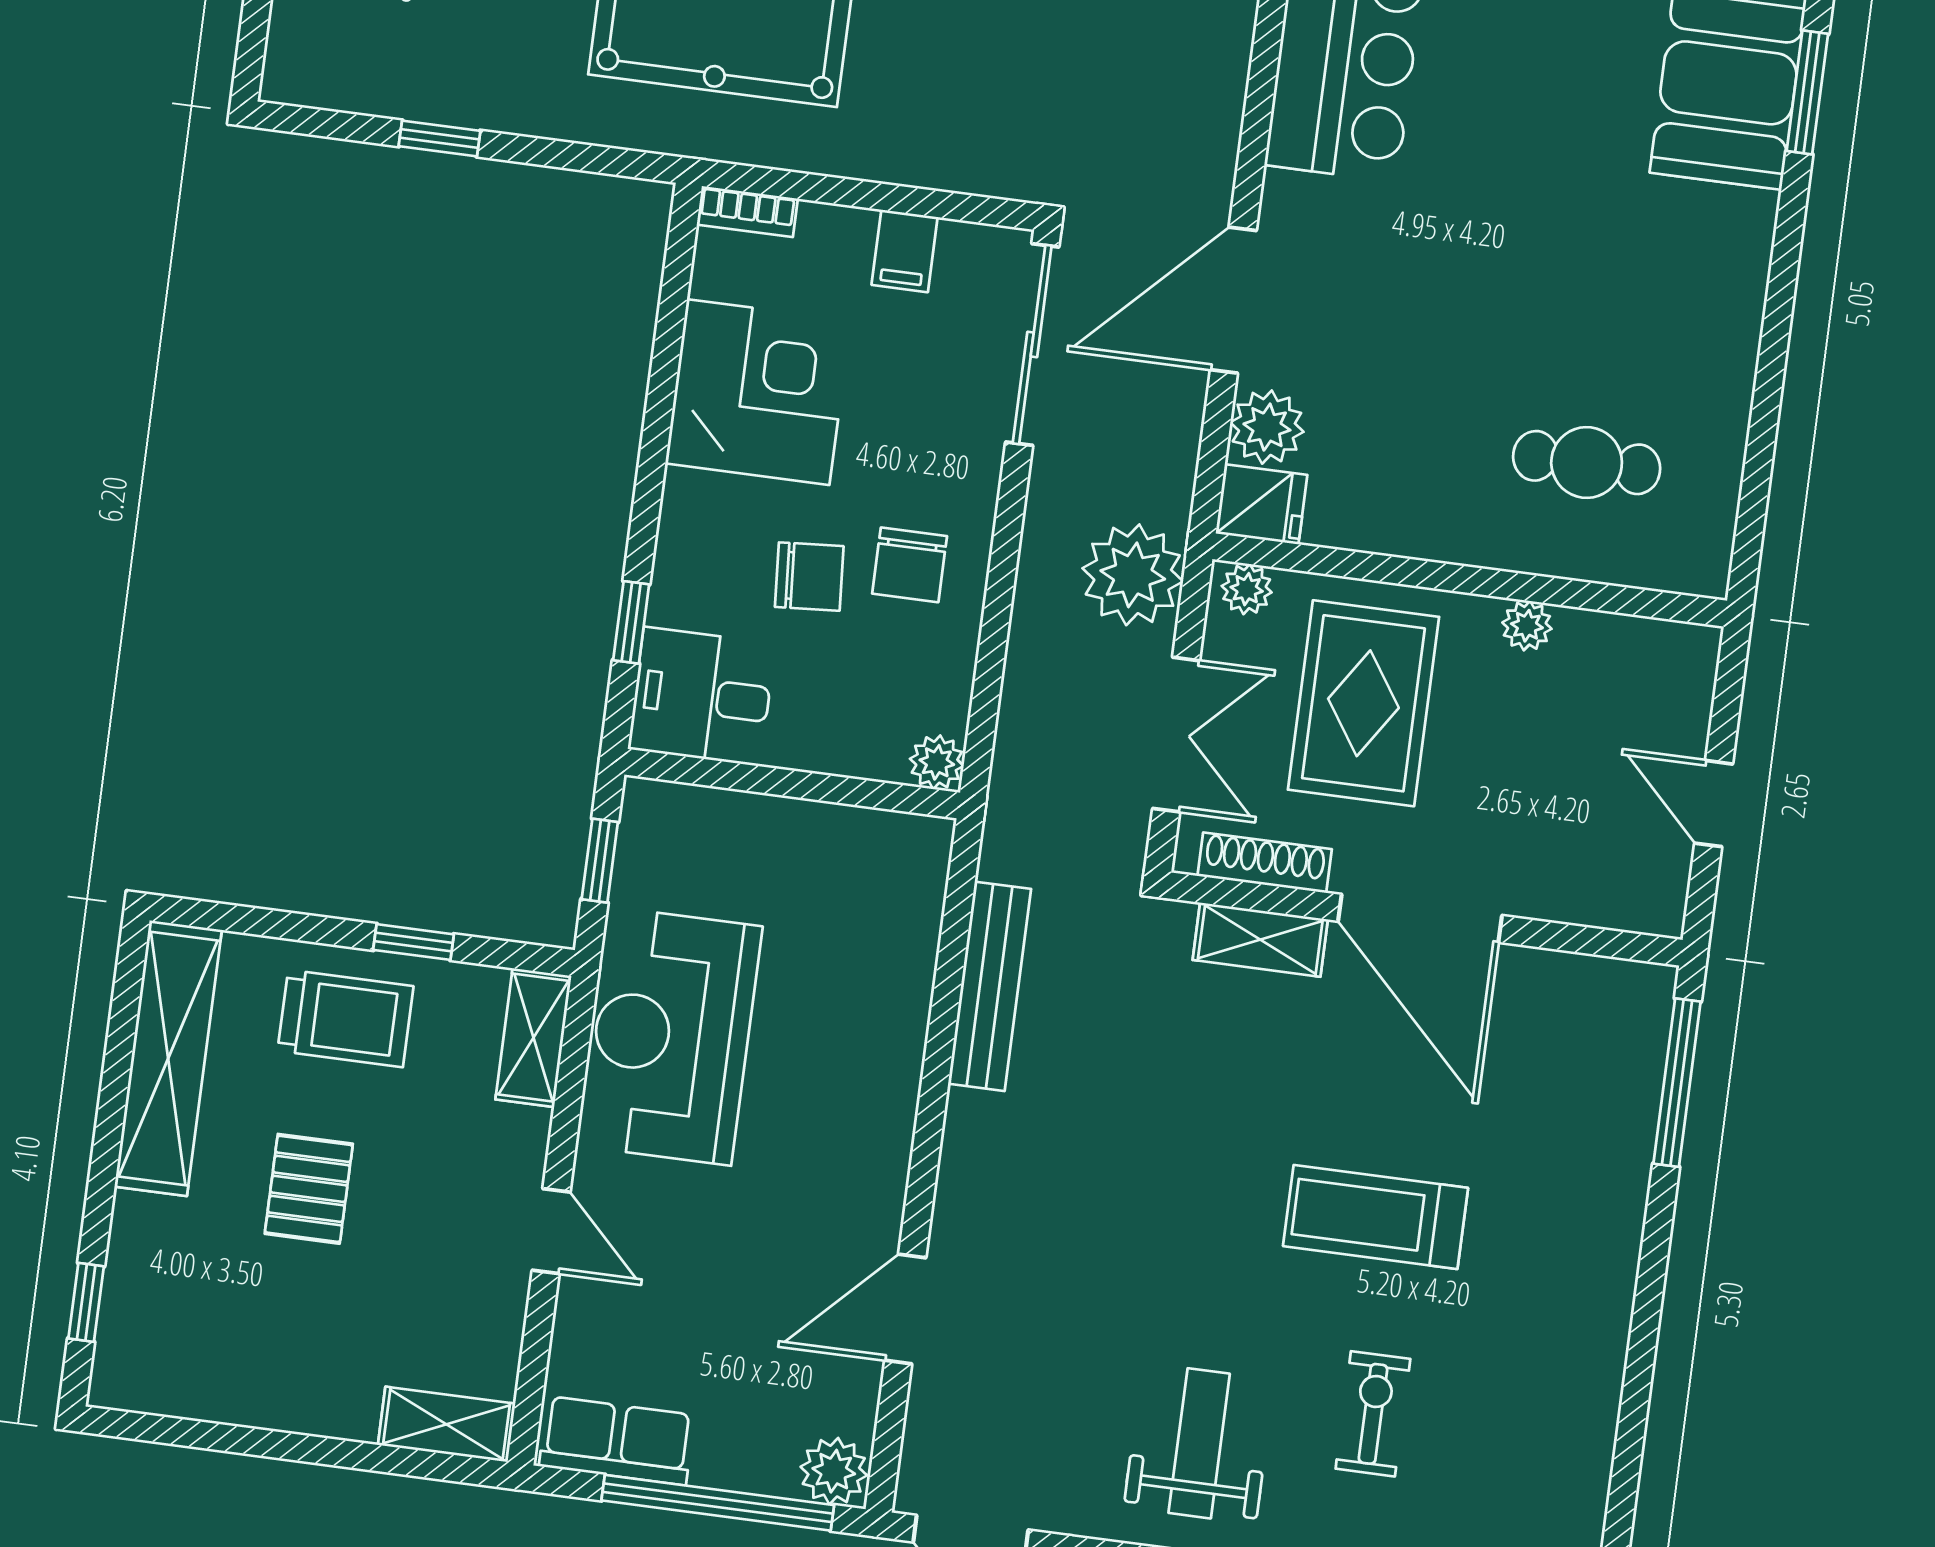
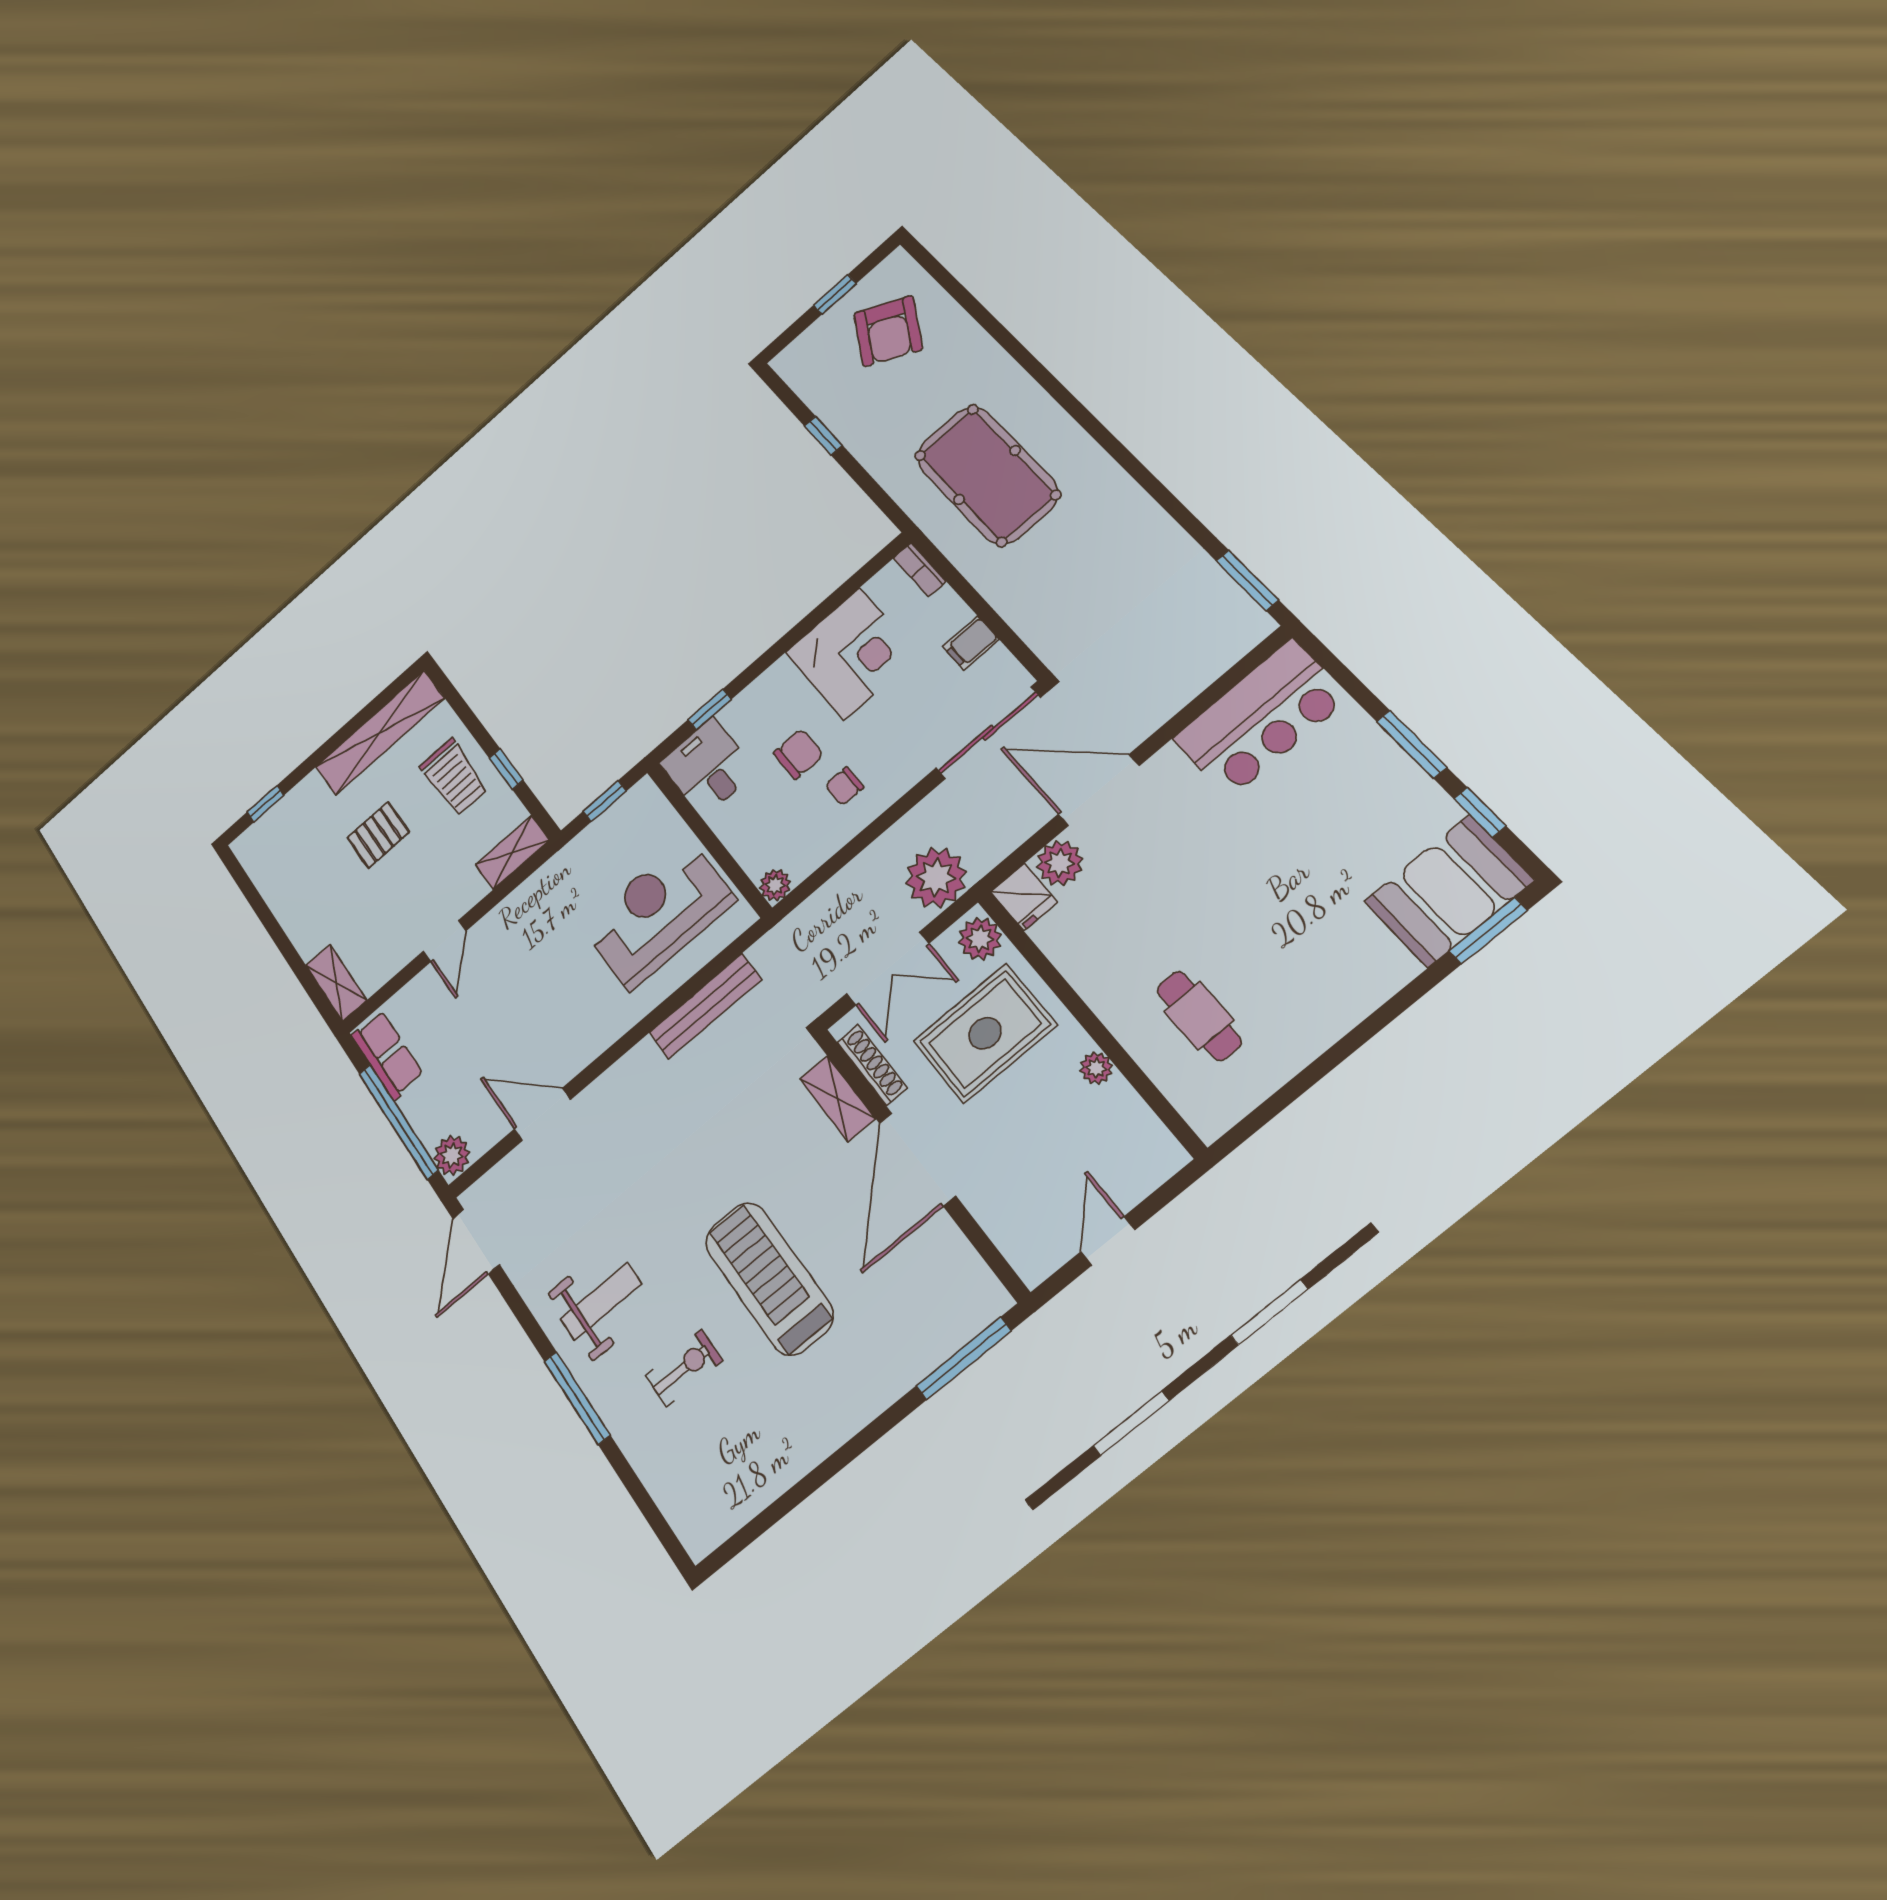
chair: (910, 565) -> (844, 786), width x0.73, depth x0.73
chair: (809, 577) -> (798, 754), turned -86
plant: (1247, 589) -> (980, 939), width x1.38, depth x1.38
reception desk: (672, 1036) -> (658, 913), moved
treadmill: (1375, 1217) -> (769, 1278), width x1.37, depth x1.38

